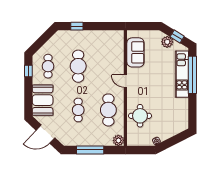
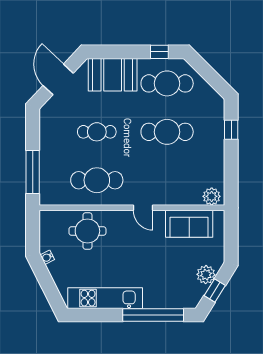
cafe table: (48, 66) -> (167, 83), width x1.37, depth x1.35
kitchen unit: (182, 74) -> (105, 298), moved
door: (125, 81) -> (143, 208), swing flipped
plant: (118, 140) -> (212, 196), moved
window: (90, 150) -> (33, 172), moved

